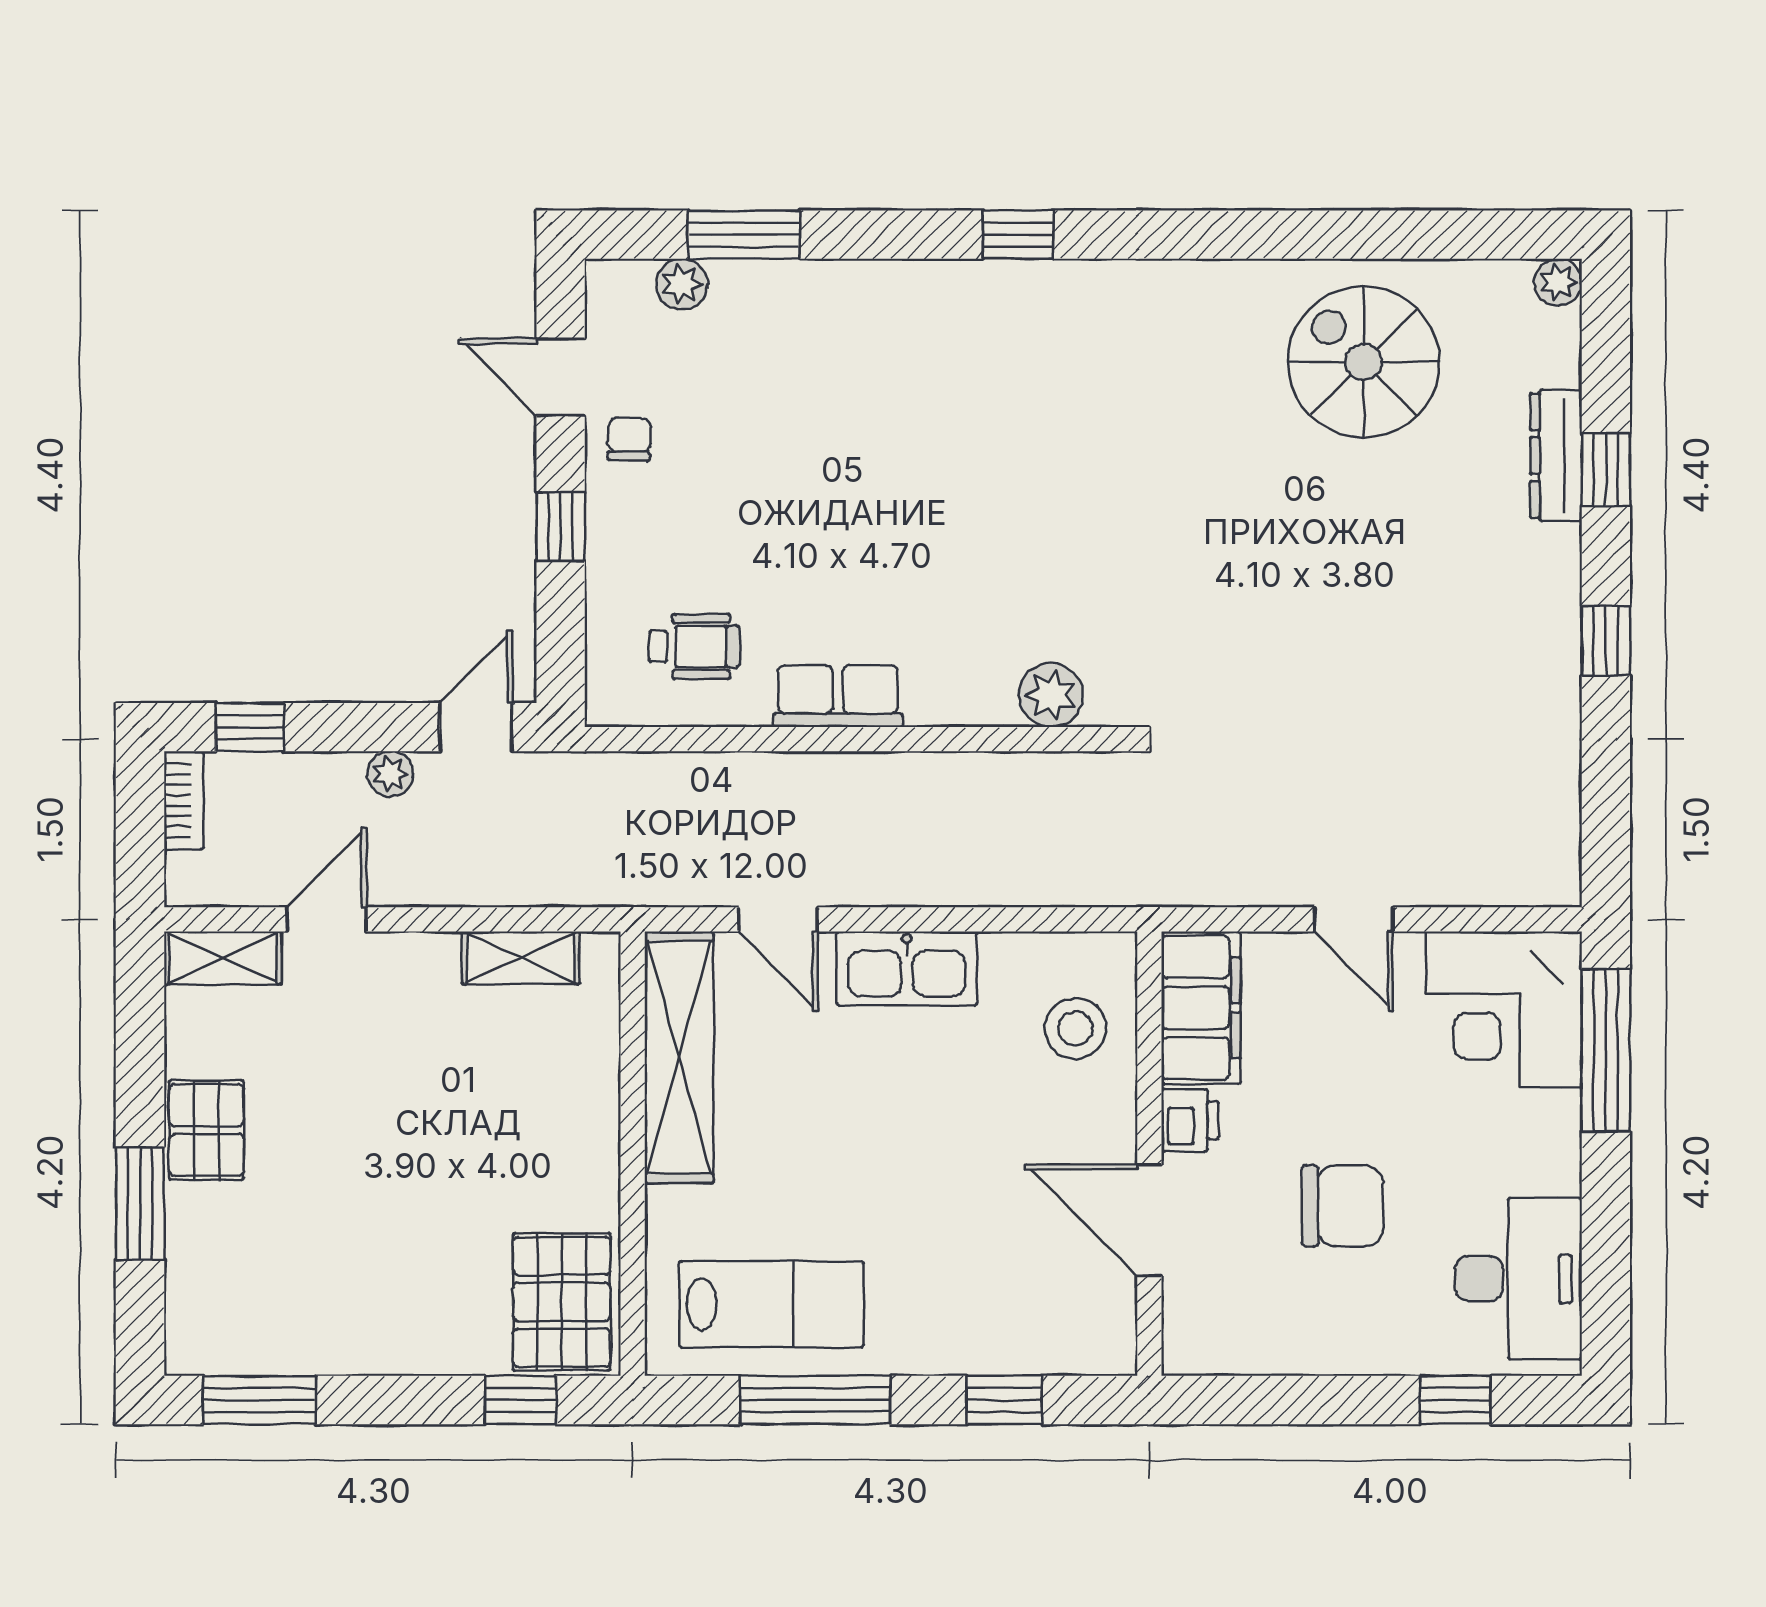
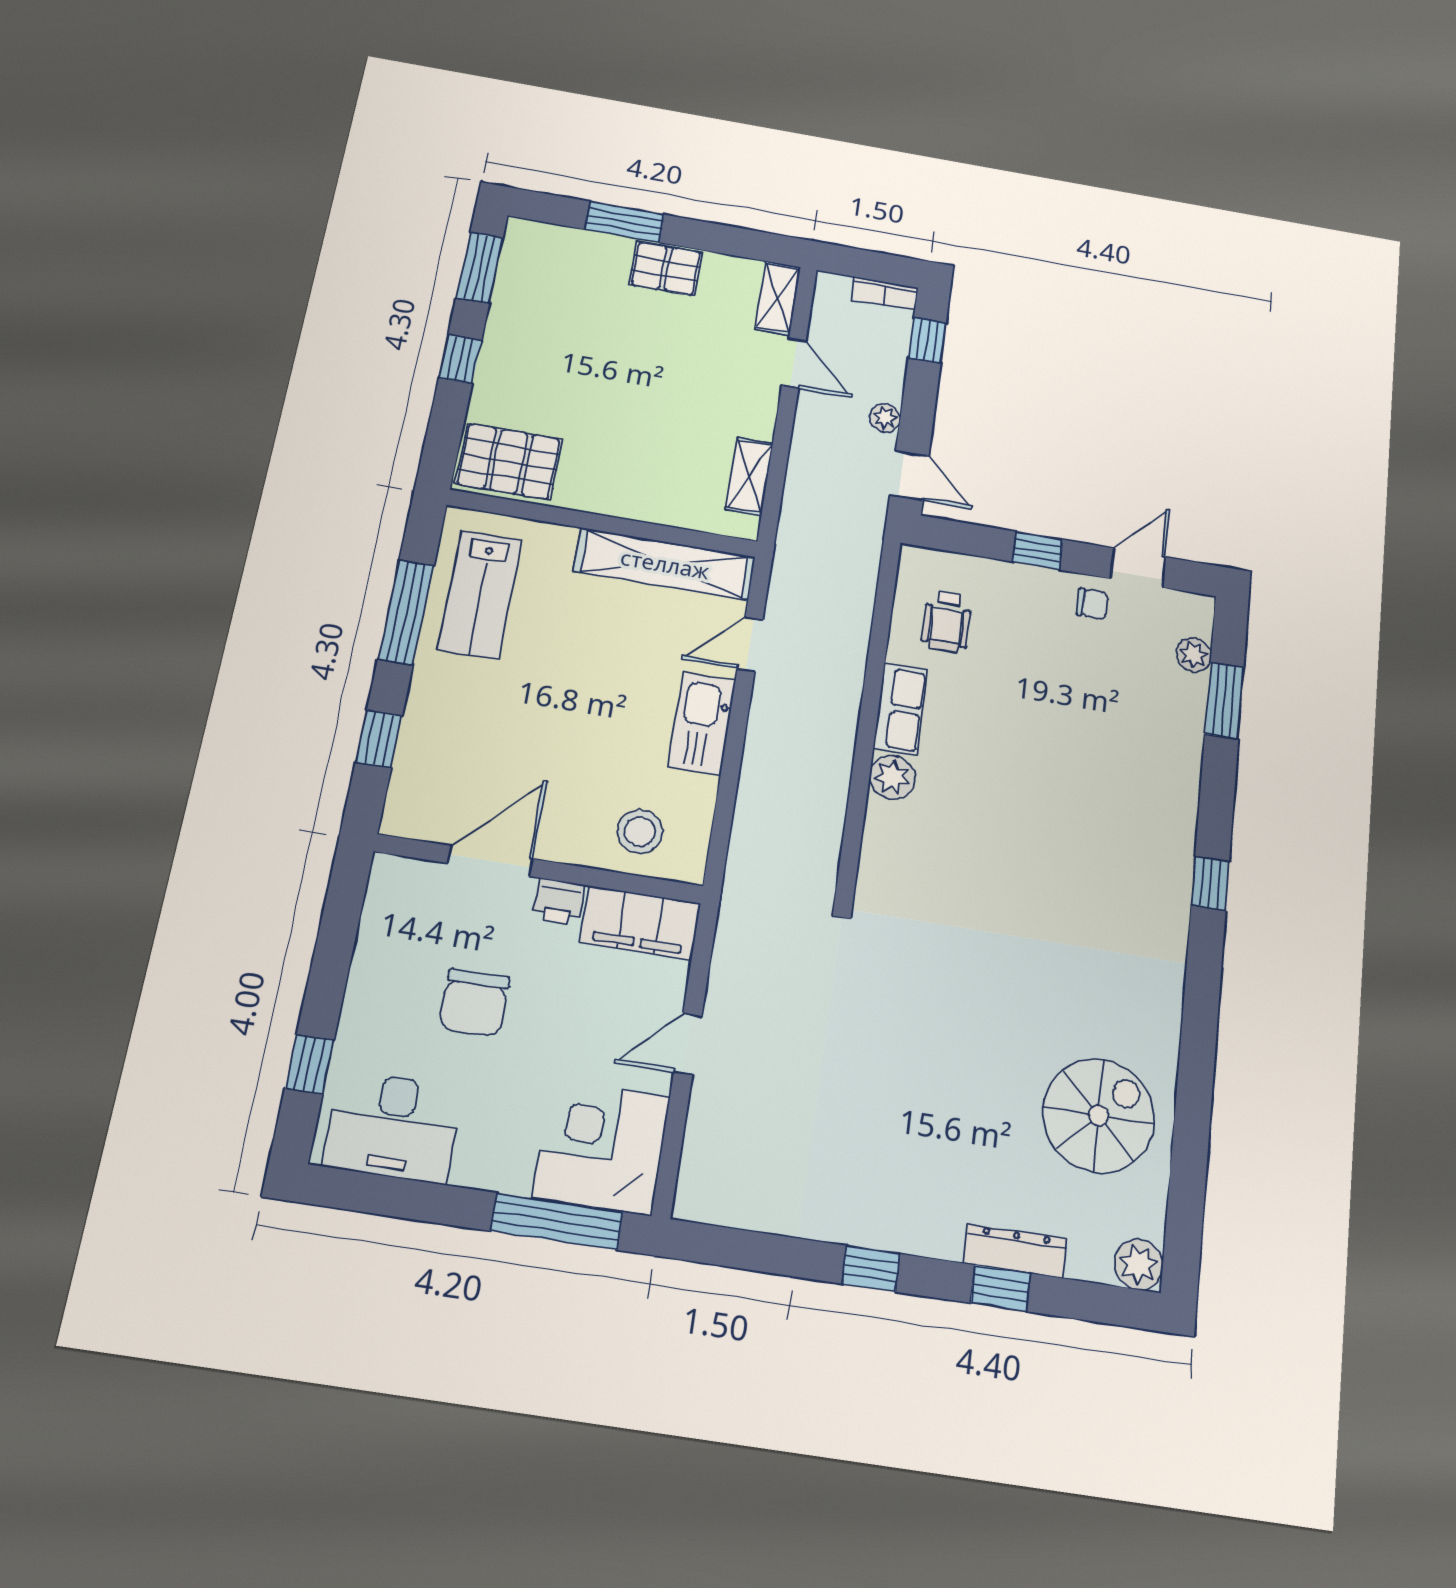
plant: (1558, 282) -> (1139, 1264), width x1.38, depth x1.38
plant: (1051, 695) -> (892, 777), moved
window: (521, 1400) -> (460, 359), moved

